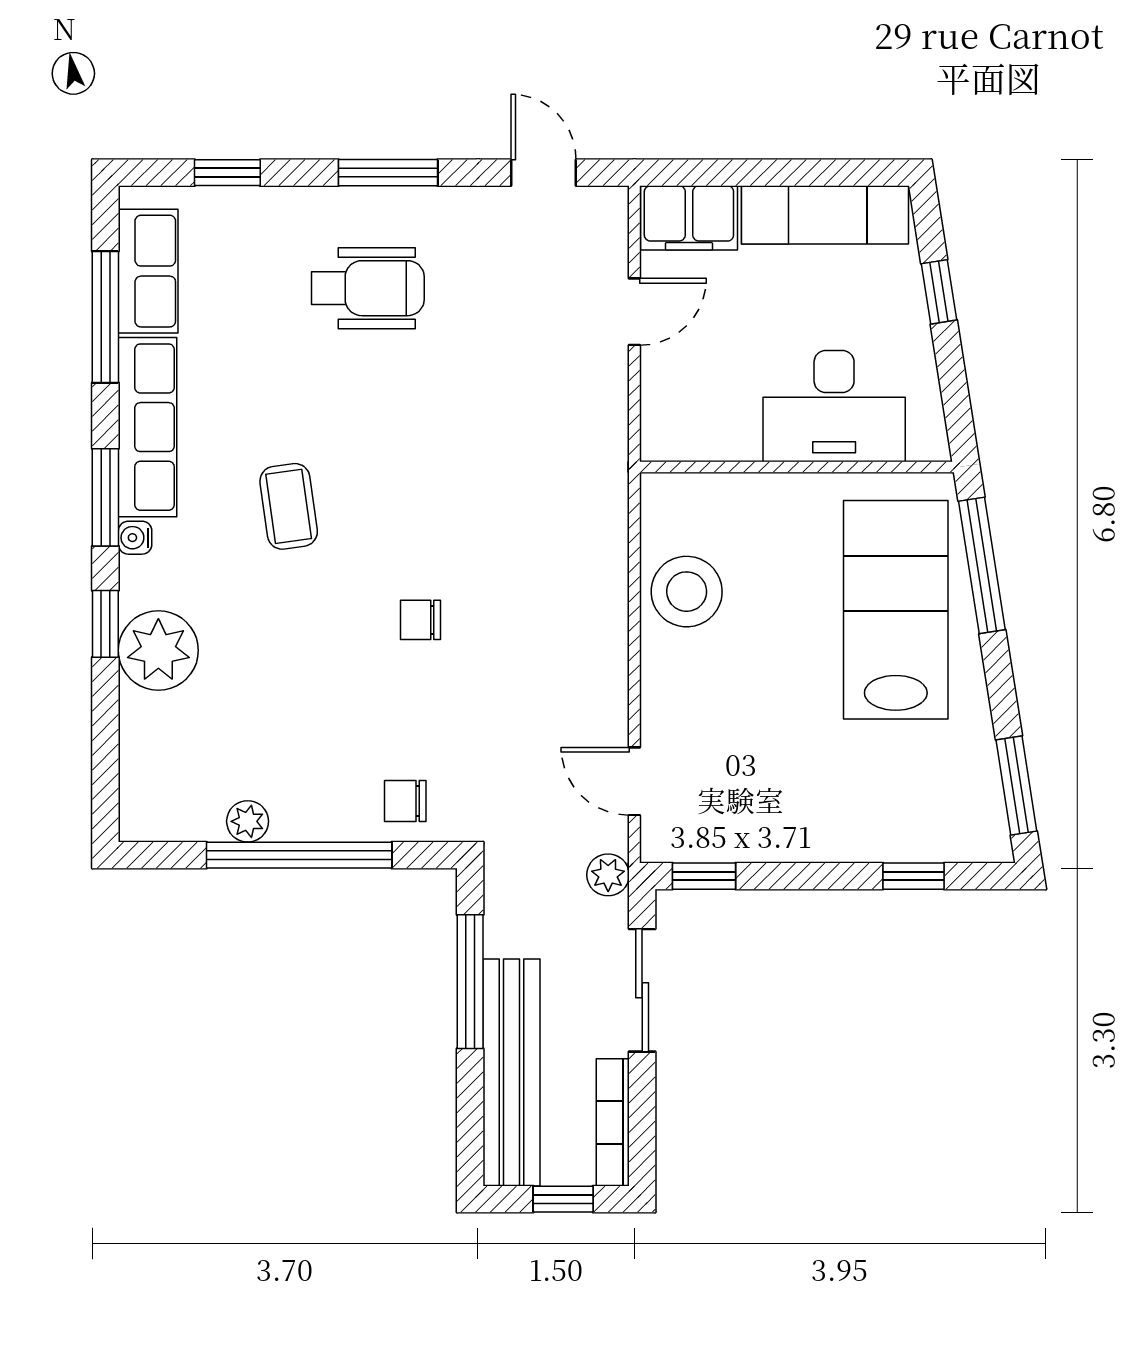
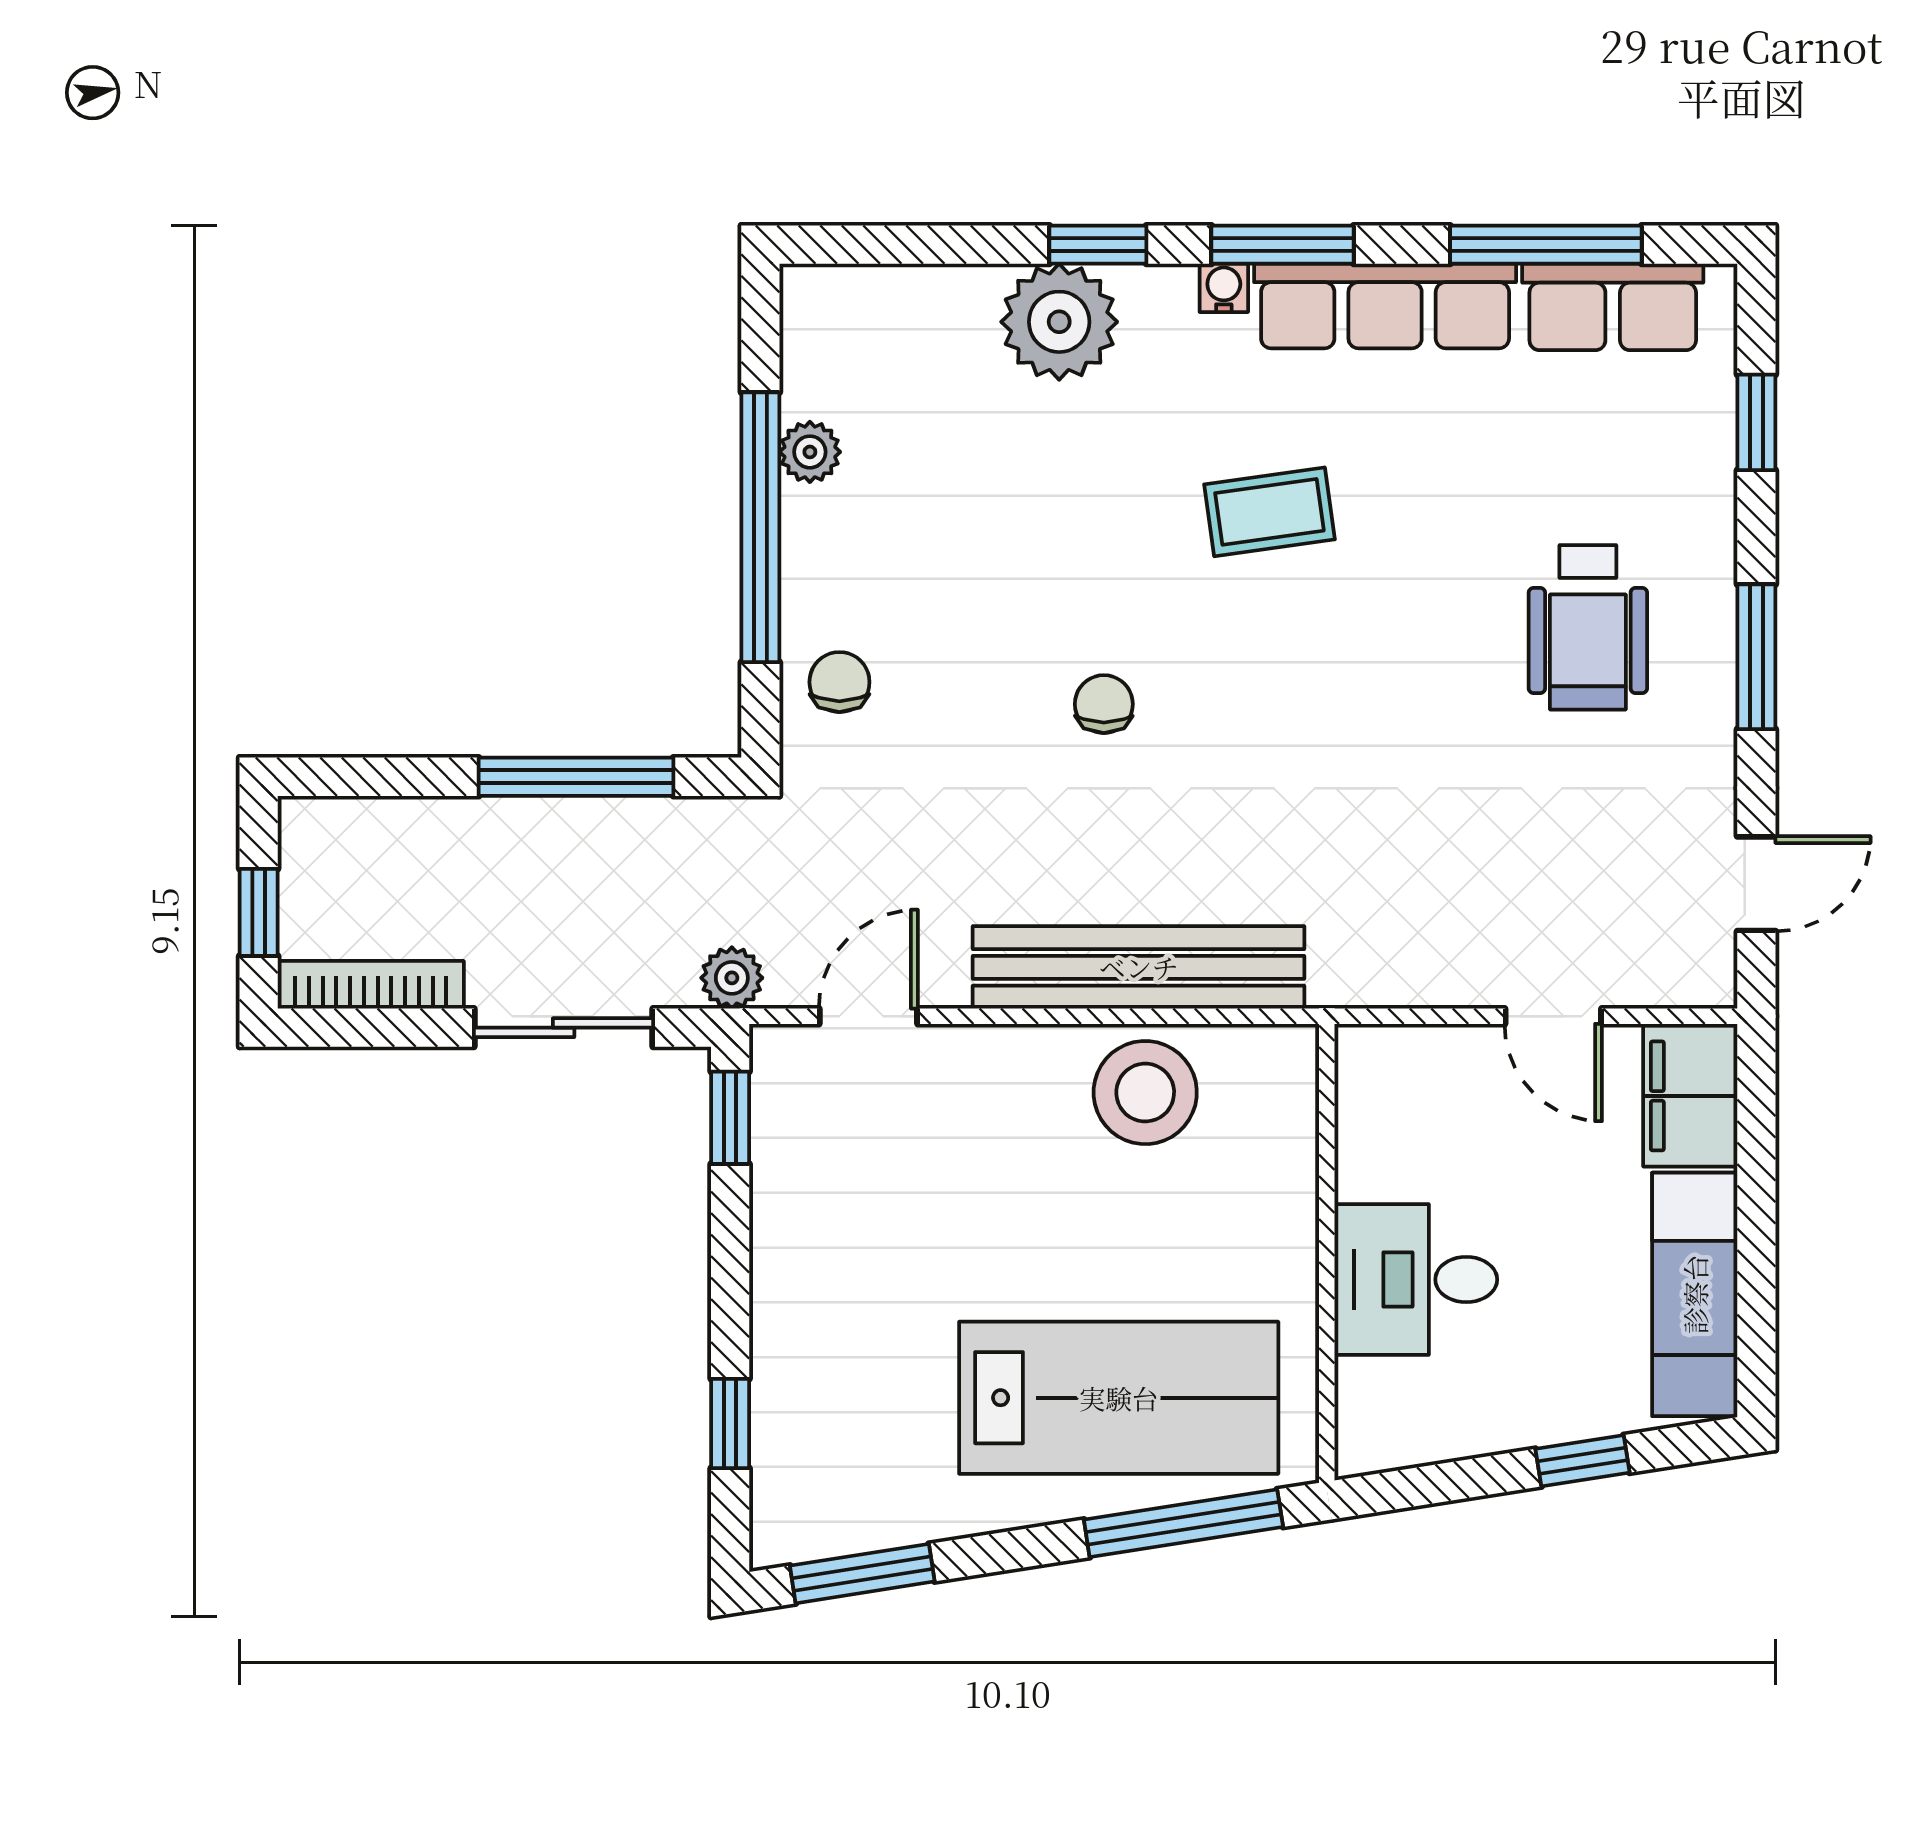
desk: (834, 406) -> (1416, 1280), width x0.73
bench: (512, 1072) -> (1139, 967), moved

